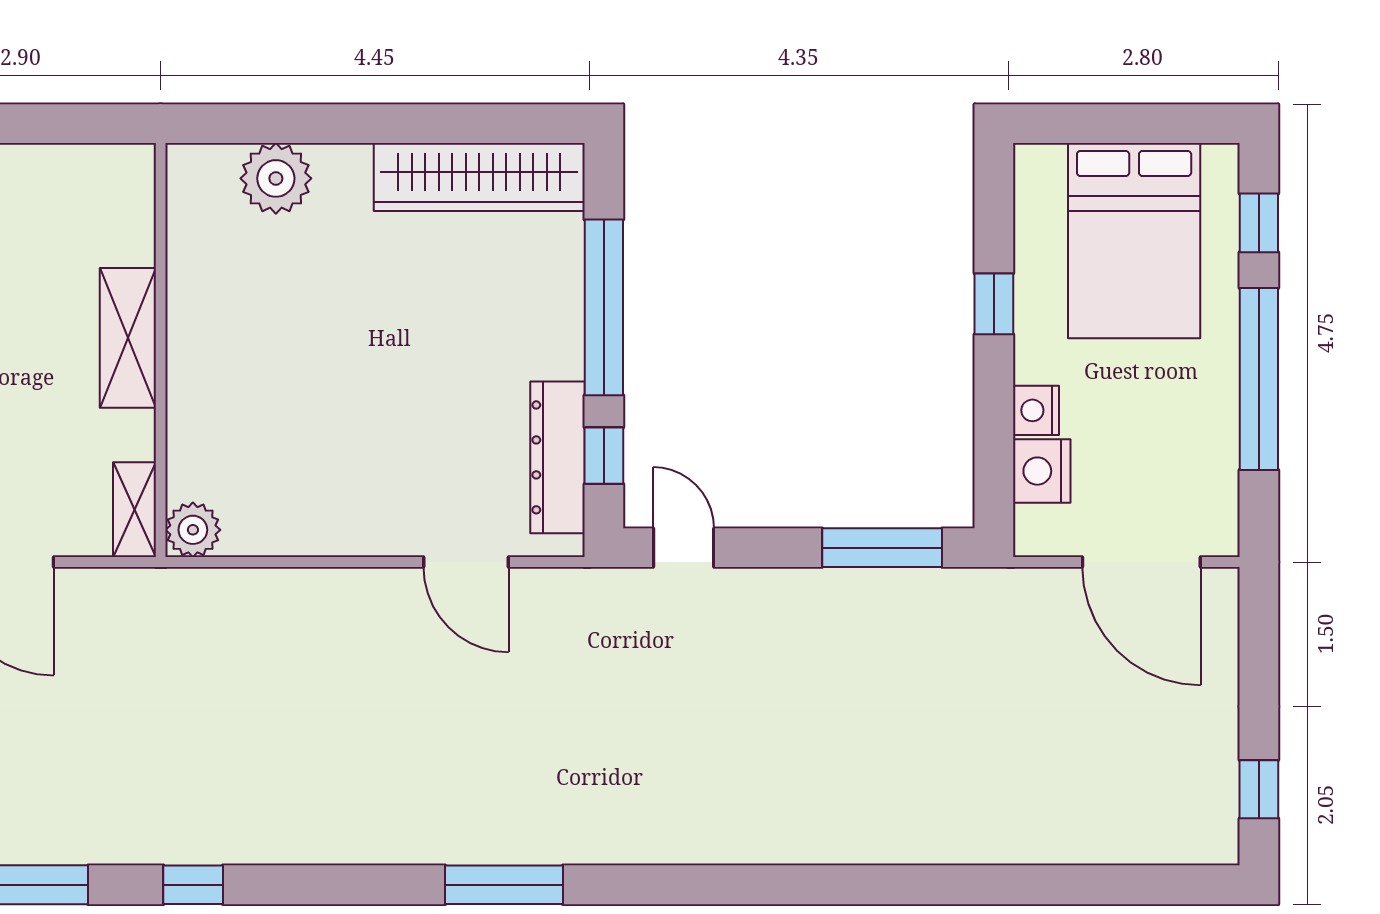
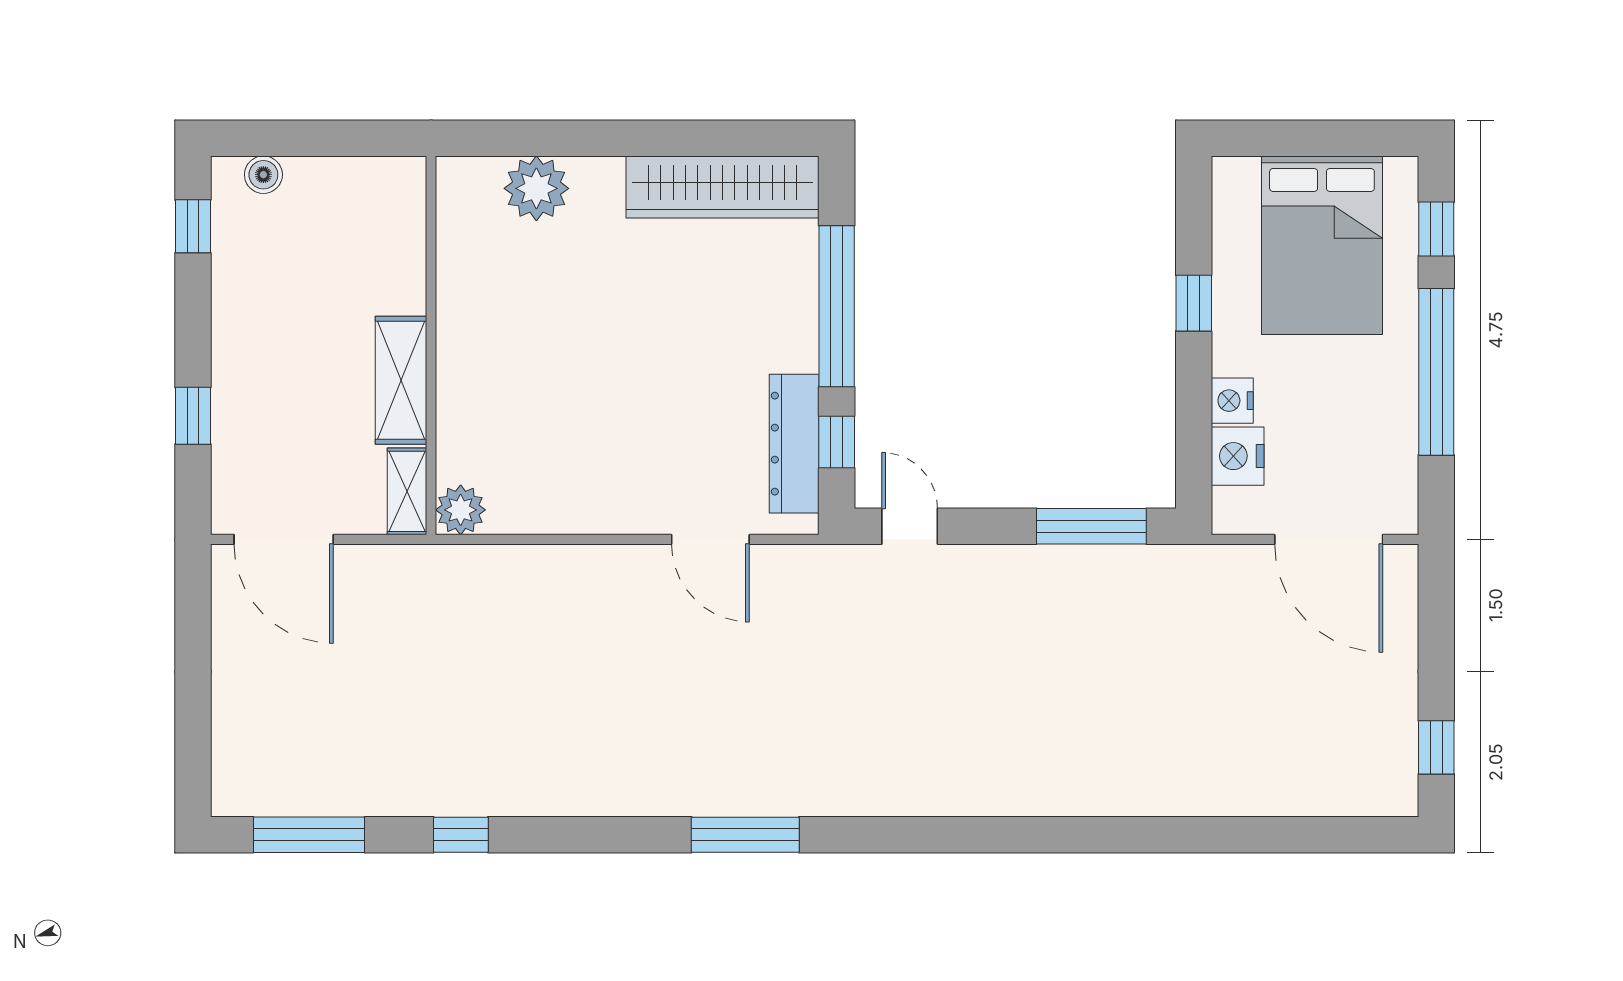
shelving: (128, 338) -> (401, 380), moved

